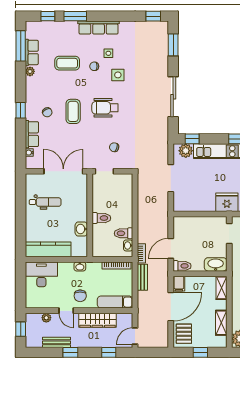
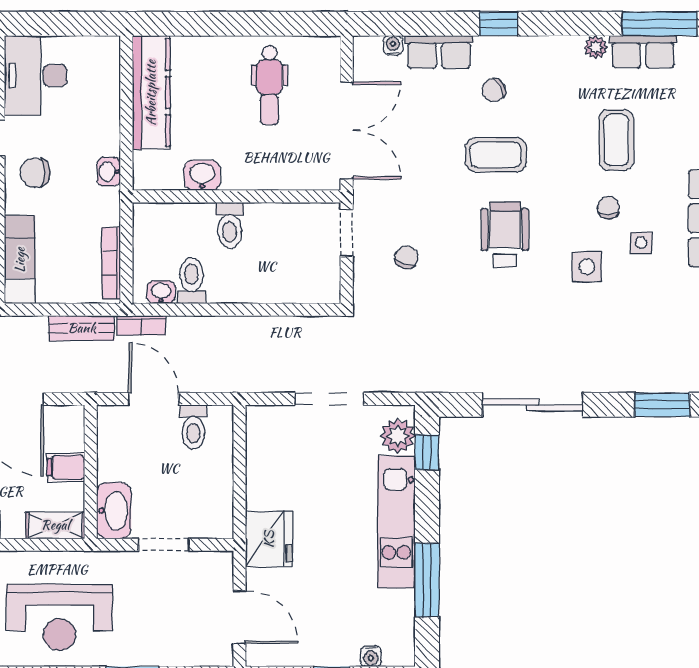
doorway: (229, 234) -> (164, 545), moved
toilet: (182, 266) -> (193, 427), moved
desk: (41, 274) -> (36, 76), moved, turned 180
filing cabinet: (179, 284) -> (66, 467), moved

